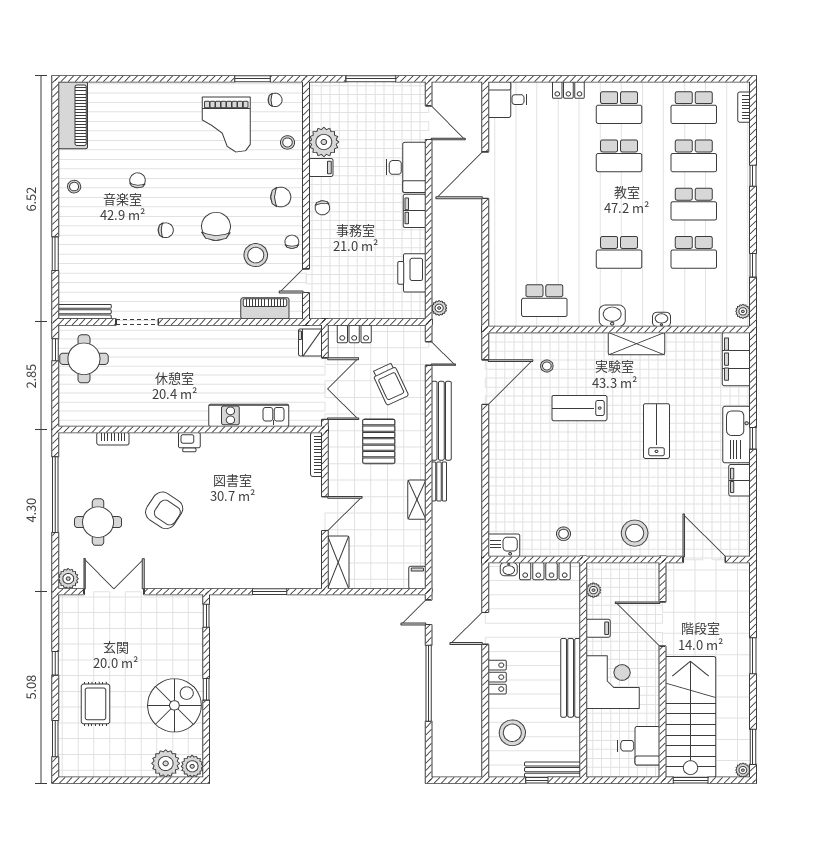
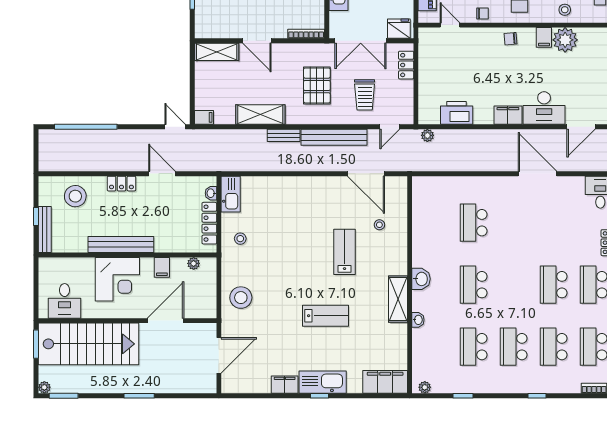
school desk: (544, 301) -> (474, 223), moved
trolley: (390, 384) -> (365, 95), turned -65
pallet: (379, 441) -> (317, 85), turned 90
shelving: (417, 500) -> (260, 115), width x1.50, depth x1.33
kitchen sink: (504, 545) -> (231, 194), width x1.38
window: (429, 683) -> (86, 127), moved

